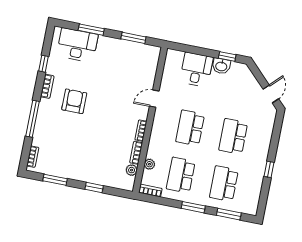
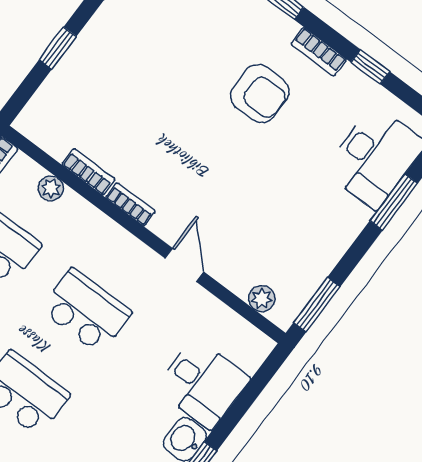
window: (133, 38) -> (317, 305), moved
plant: (132, 170) -> (262, 299), moved

